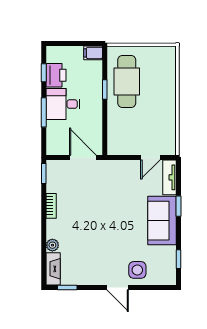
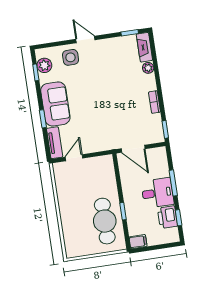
plant: (168, 266) -> (44, 65), added

